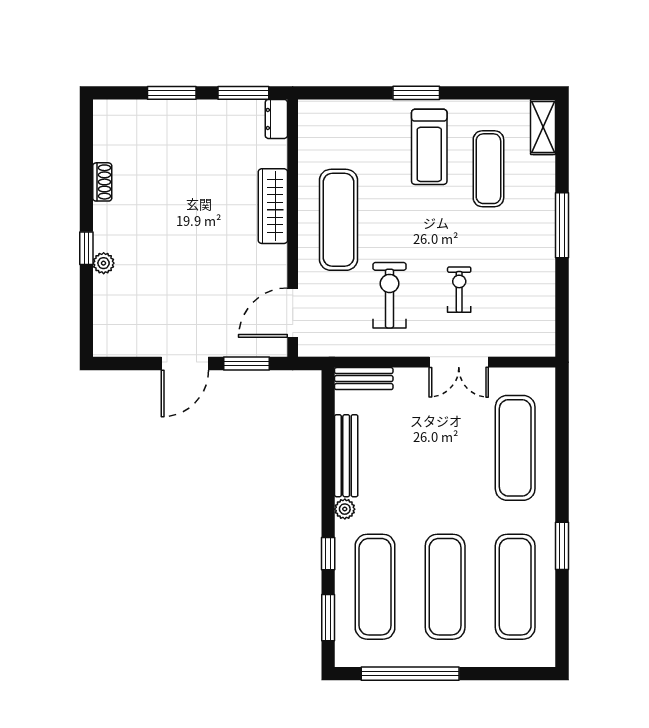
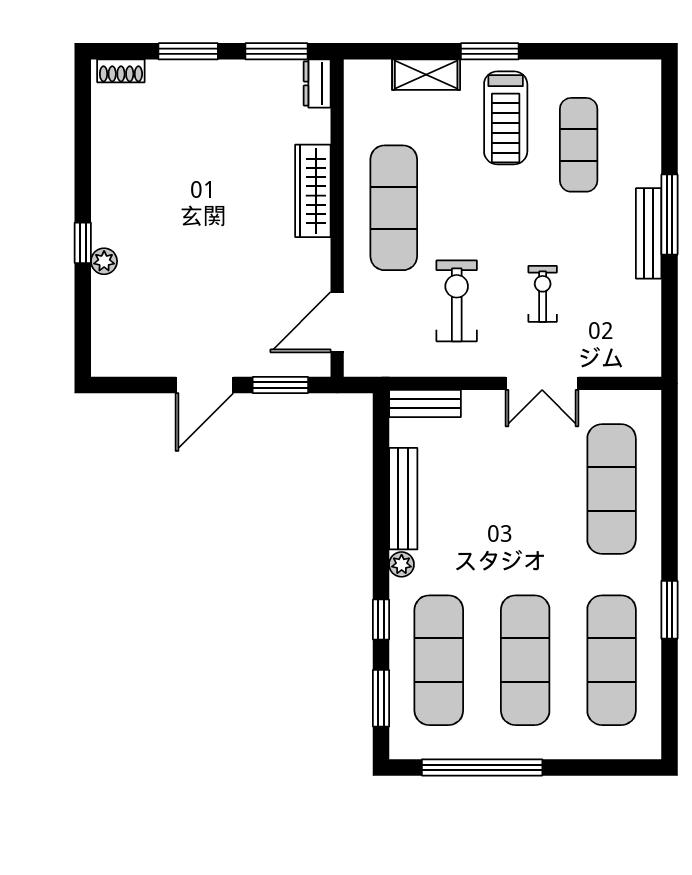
shelving: (543, 127) -> (426, 75), moved, turned 90
shoe rack: (102, 182) -> (121, 71), moved, turned 90
bench: (545, 241) -> (649, 233), added

